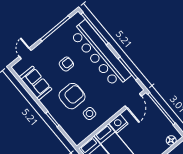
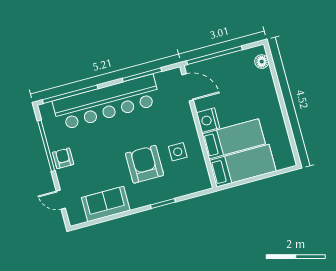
armchair: (66, 64) -> (63, 158), moved

